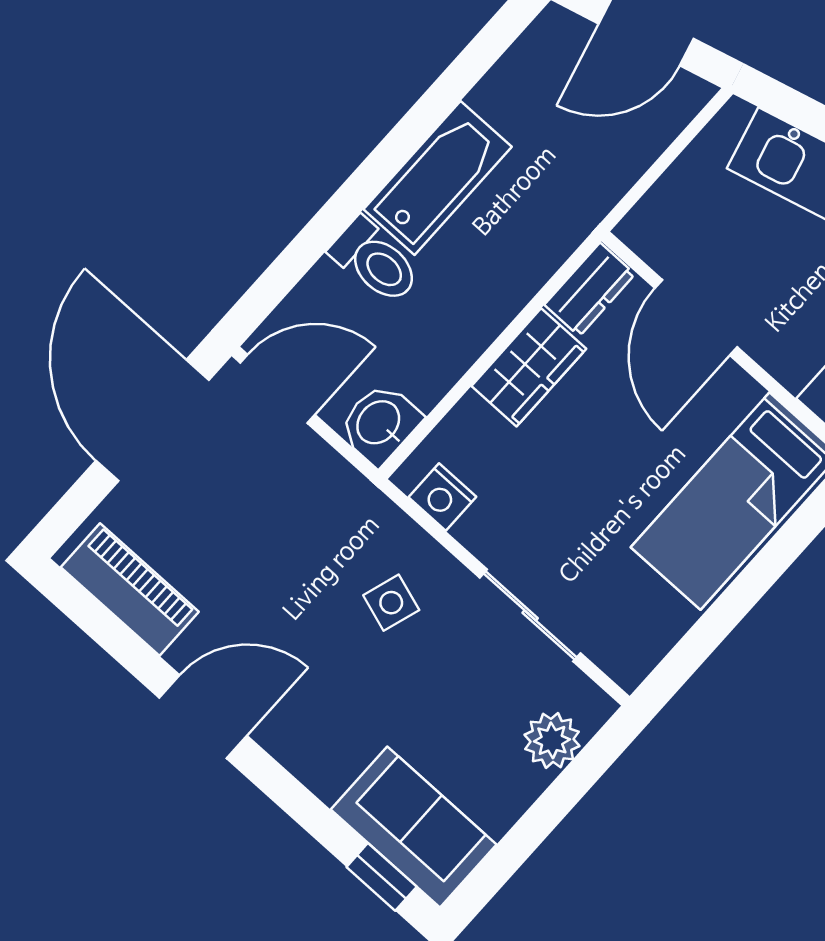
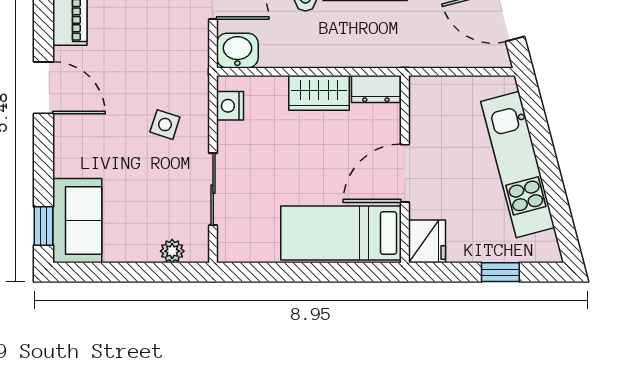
door: (696, 318) -> (405, 173), moved
plant: (552, 740) -> (172, 251), width x0.73, depth x0.73

